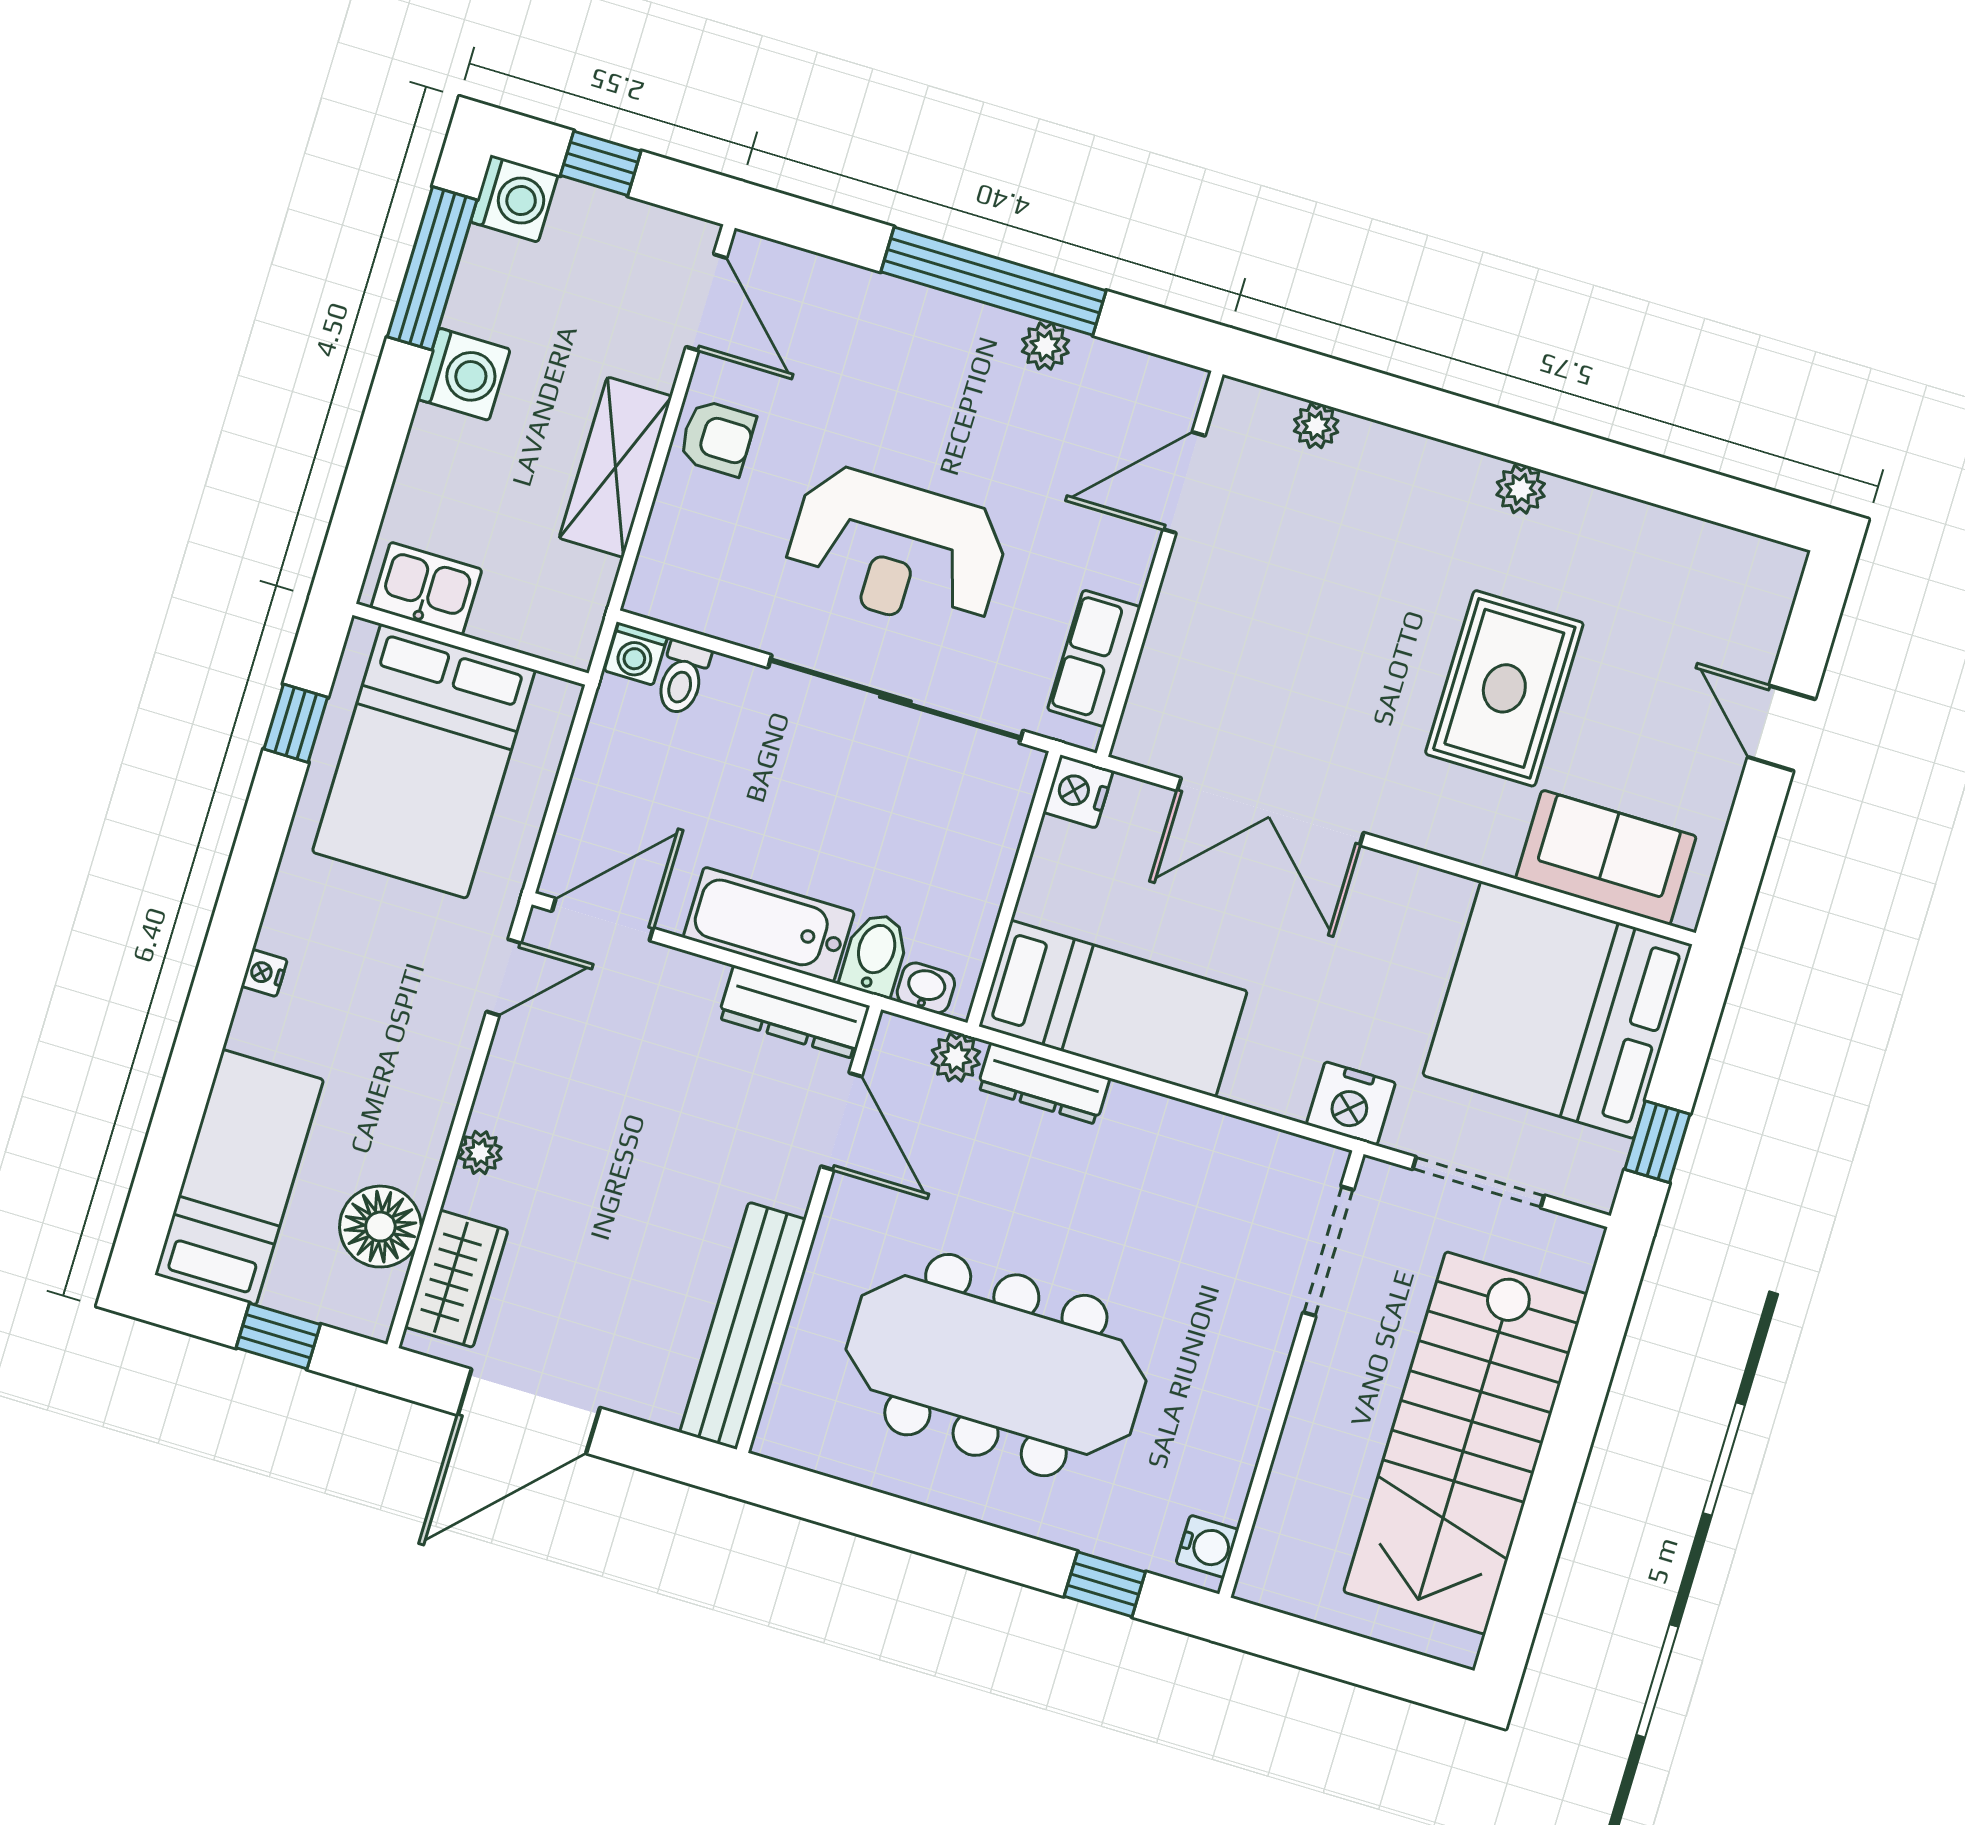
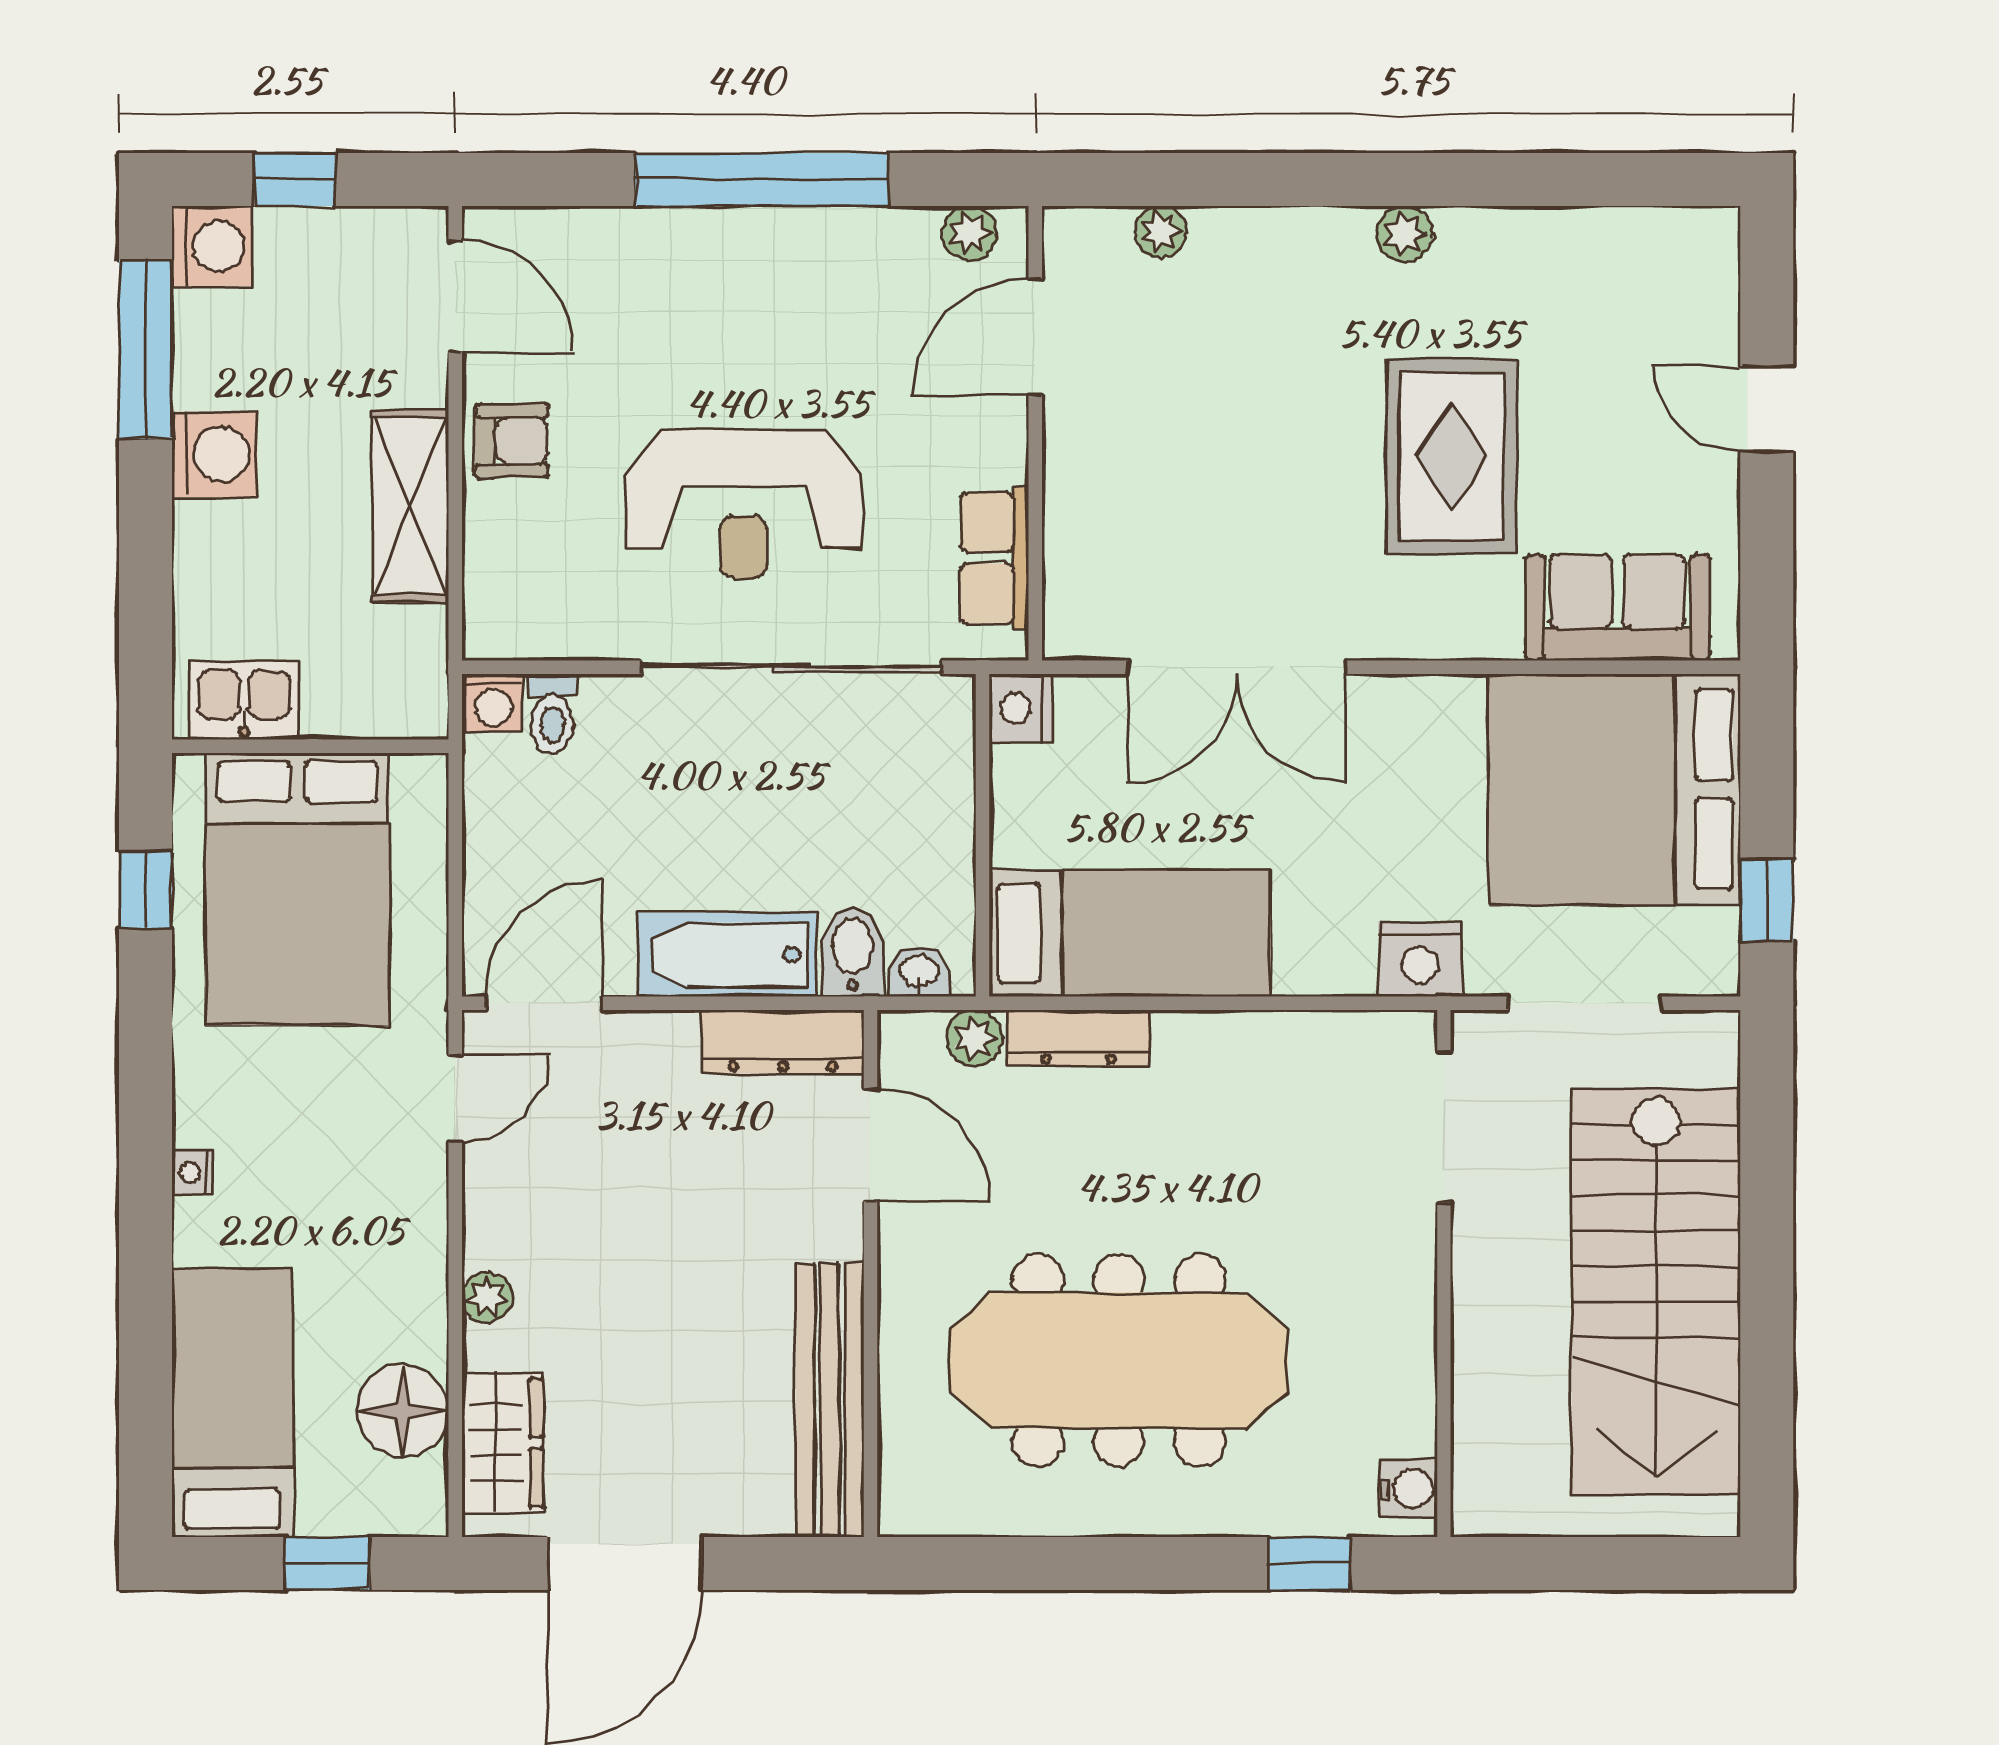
plant: (1045, 346) -> (969, 233), moved

